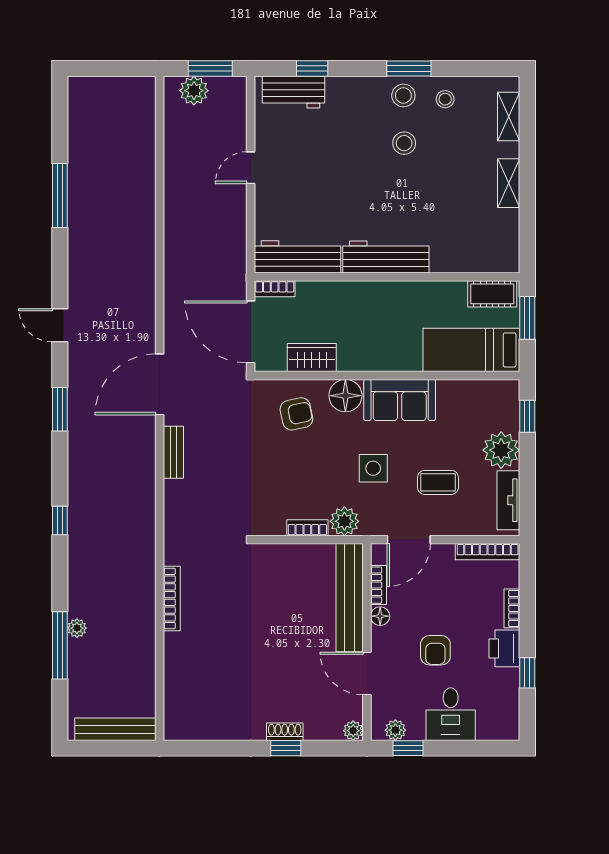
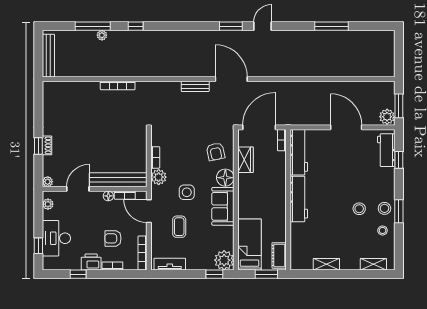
plant: (194, 91) -> (387, 117), moved
door: (251, 168) -> (346, 127), width x1.88
shelving: (509, 183) -> (326, 264), moved
window: (60, 409) -> (231, 26), moved
plant: (501, 450) -> (224, 260), moved
window: (60, 520) -> (136, 26), moved
armchair: (435, 650) -> (113, 238), moved
desk: (451, 714) -> (56, 238), width x1.37
window: (408, 748) -> (38, 246), moved

